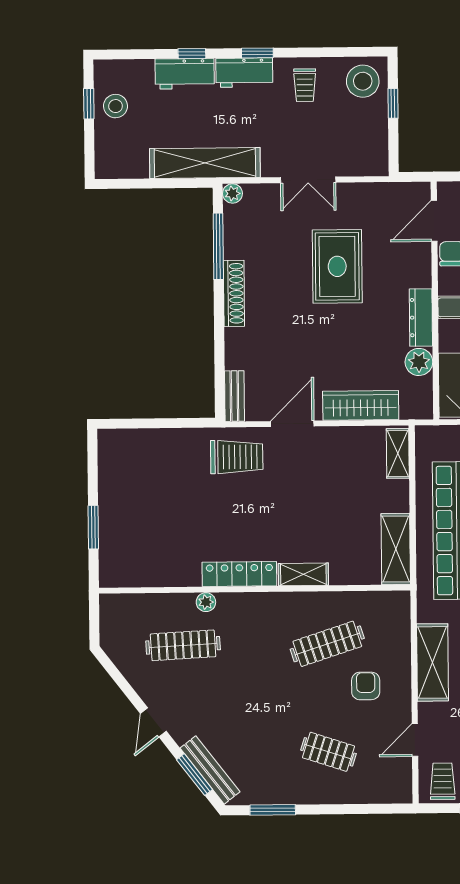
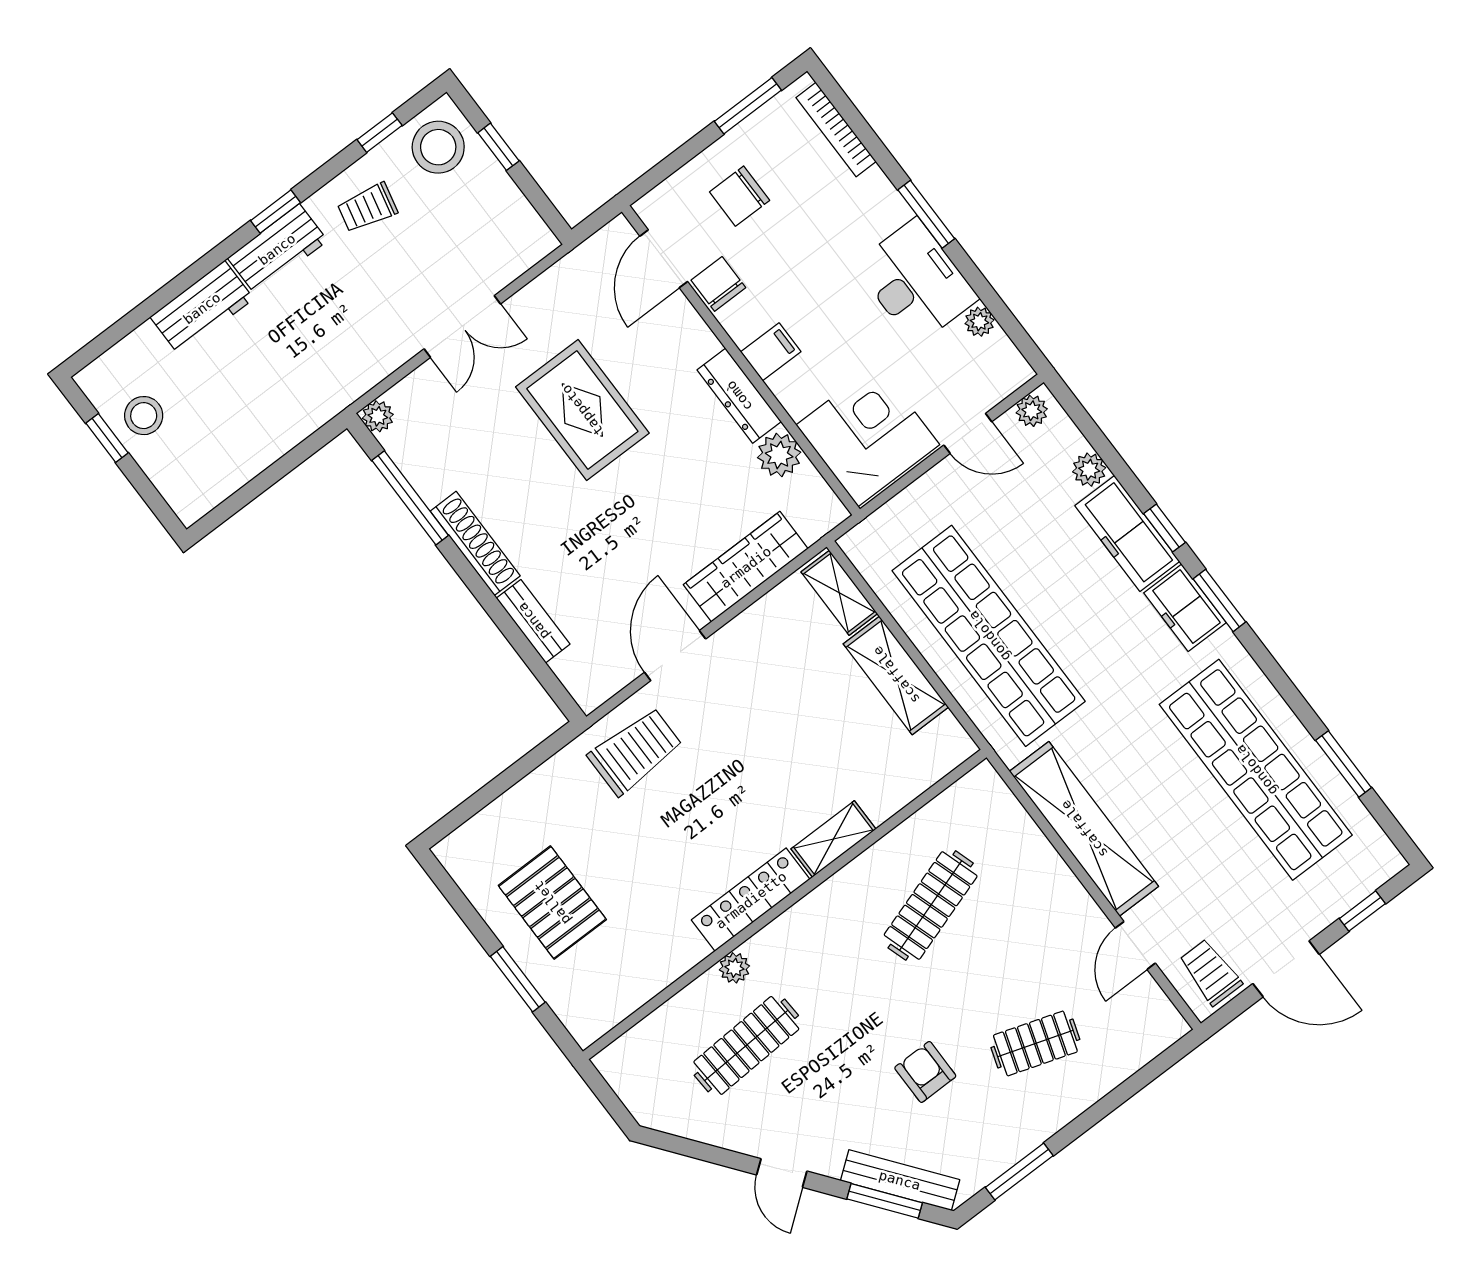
window: (192, 54) -> (380, 133), moved
trolley: (305, 85) -> (367, 208), turned 103
shelving: (205, 163) -> (313, 403), removed
bench: (234, 396) -> (533, 621), moved
pallet: (139, 502) -> (552, 903), added
shelving: (396, 549) -> (896, 675), moved
shelving: (433, 662) -> (1084, 829), width x1.47
armchair: (366, 686) -> (925, 1072), moved

